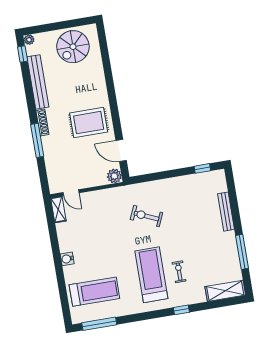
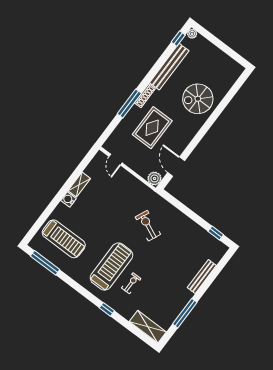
spiral stairs: (73, 47) -> (198, 99), moved
rug: (89, 123) -> (152, 128), moved, turned 90
shelving: (58, 209) -> (79, 185), moved

